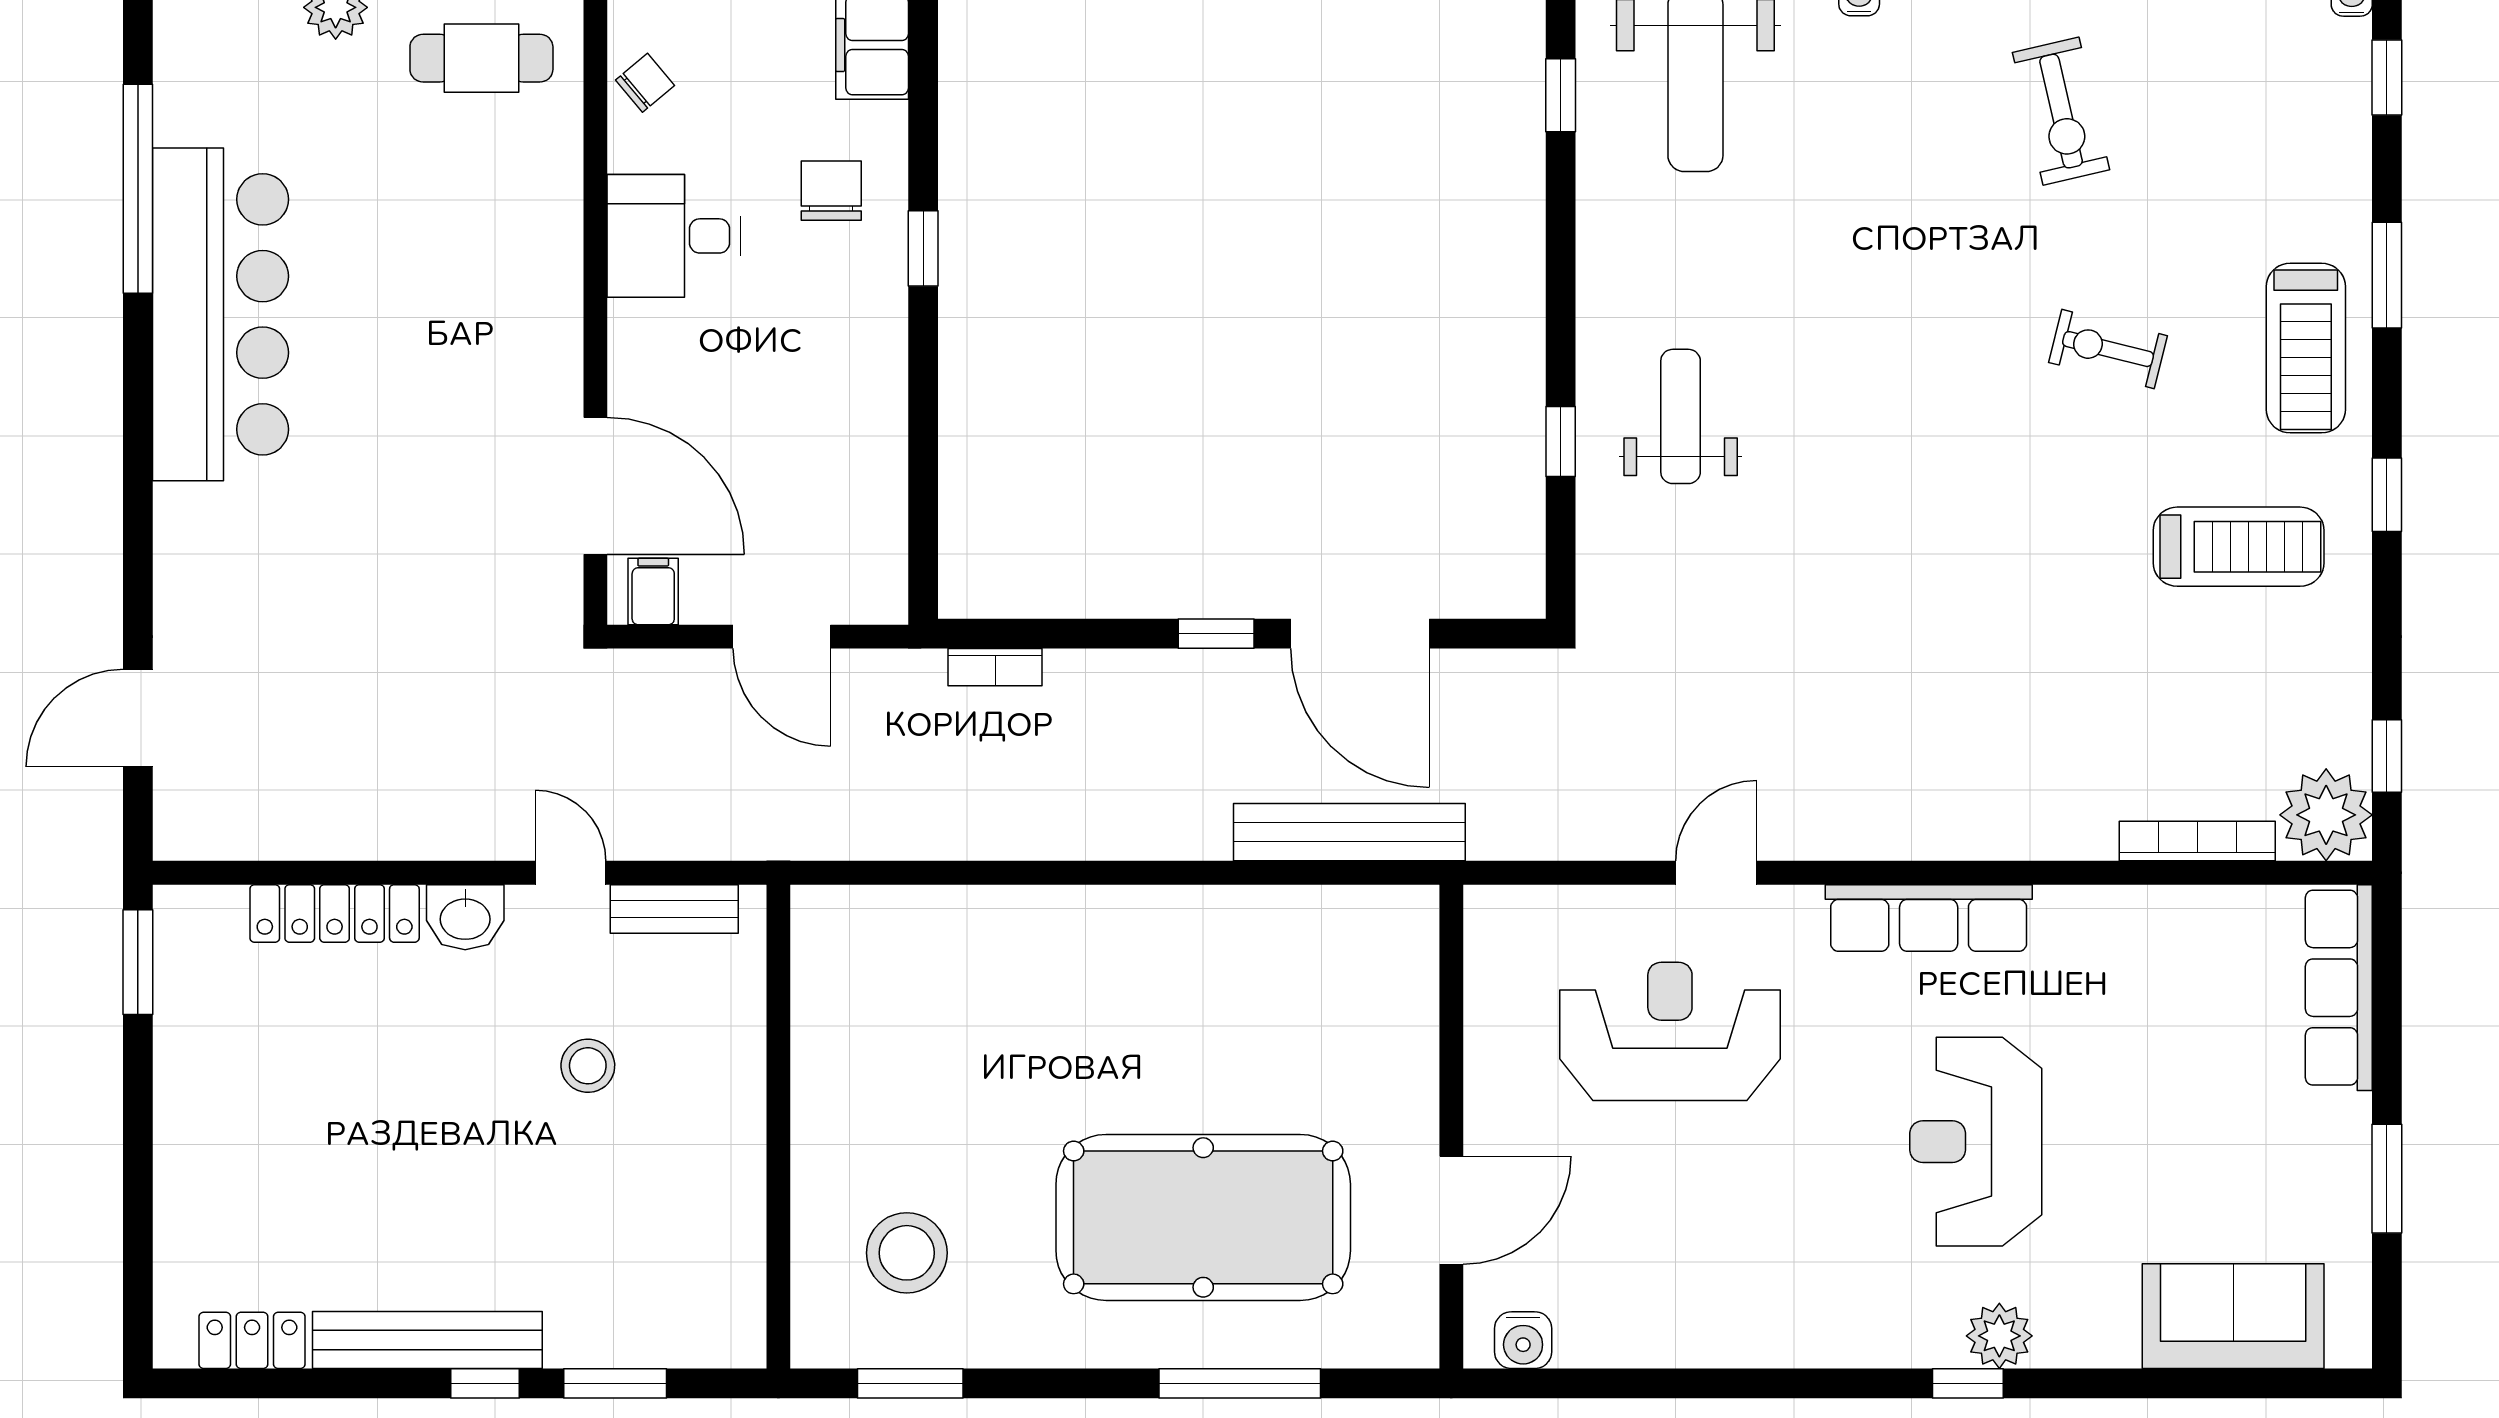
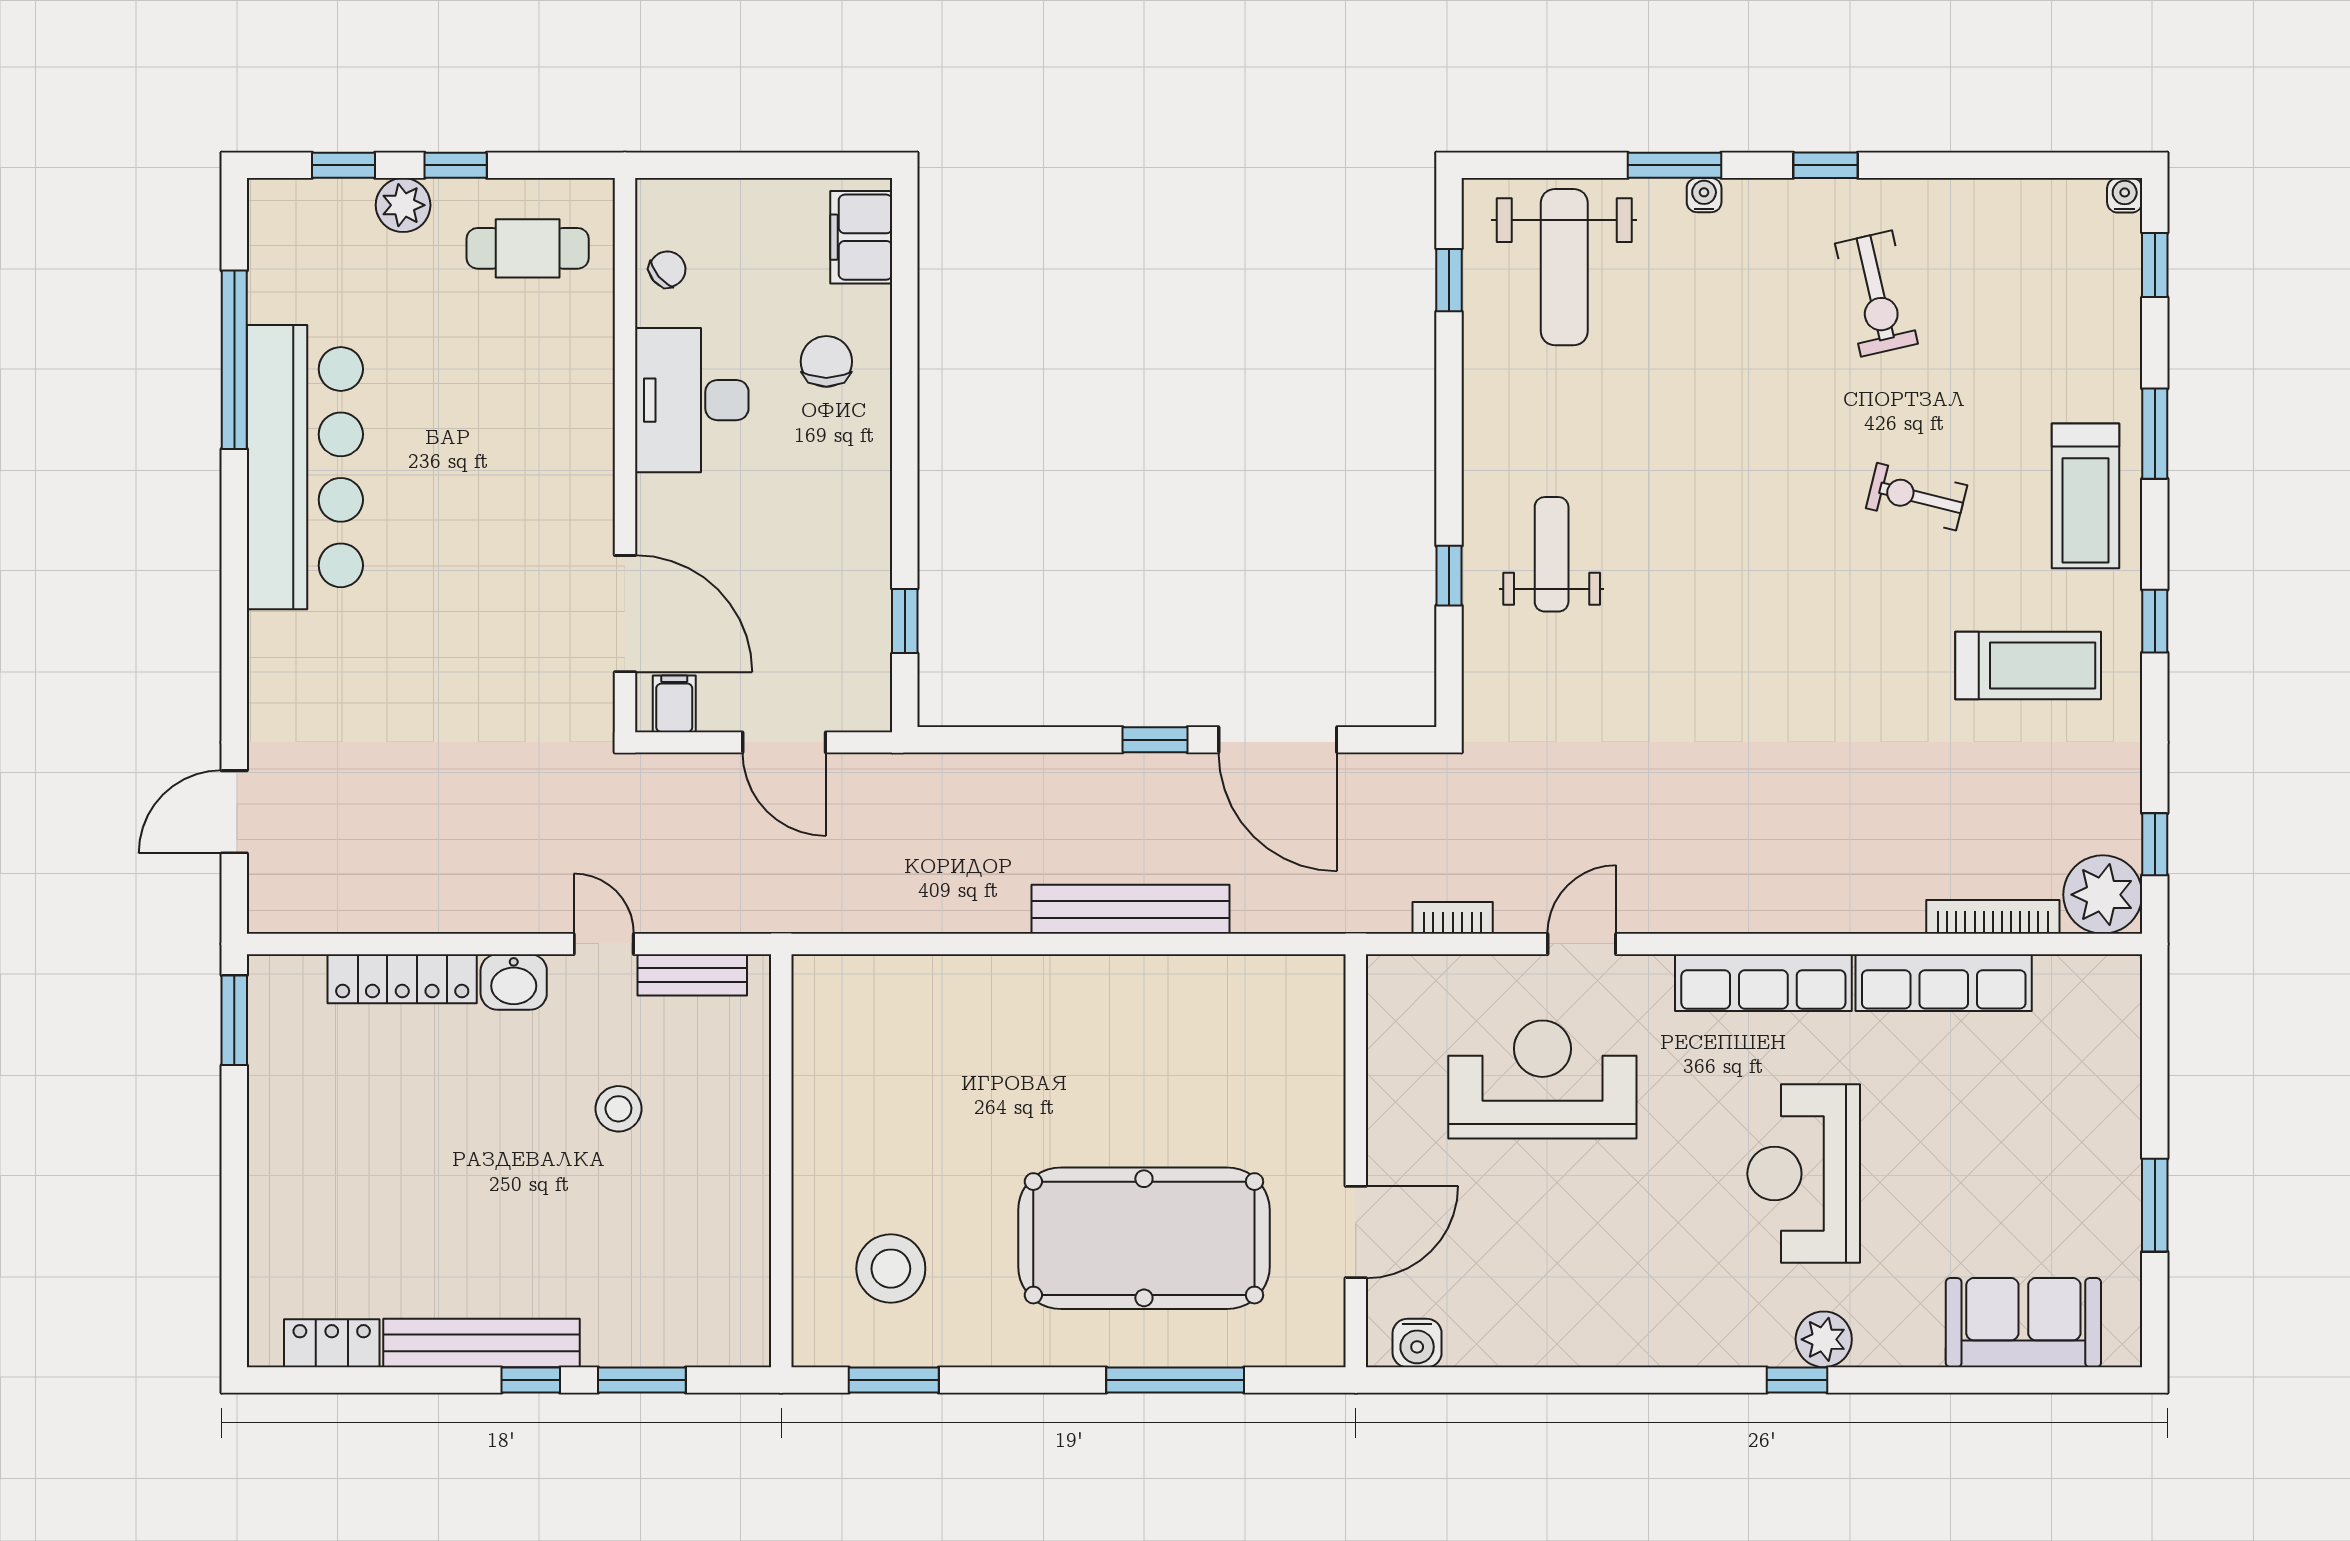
desk: (674, 236) -> (692, 400), width x1.37
window: (923, 248) -> (905, 621), moved
bookcase: (995, 667) -> (1453, 918), moved, turned 180
bench: (1349, 832) -> (1130, 909), moved
row of seats: (2339, 988) -> (1944, 983), moved, turned -90

